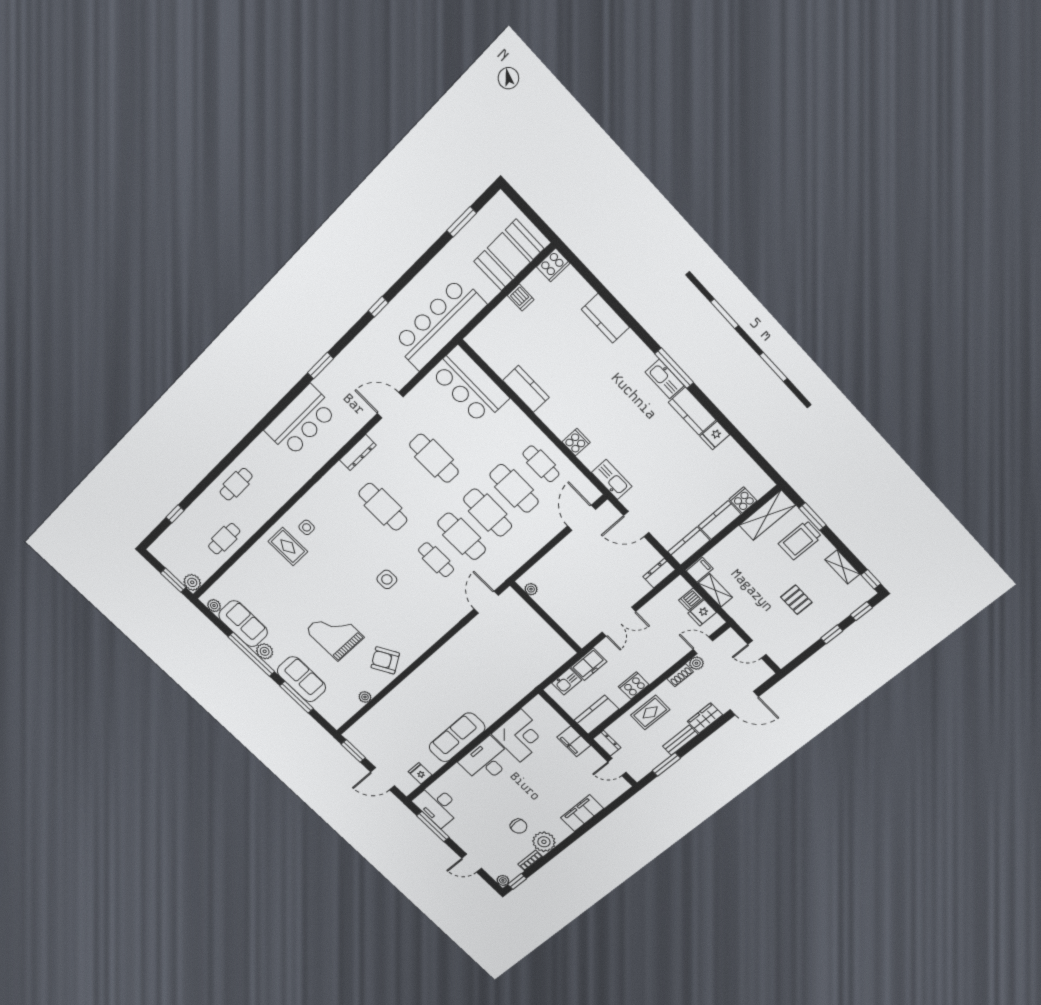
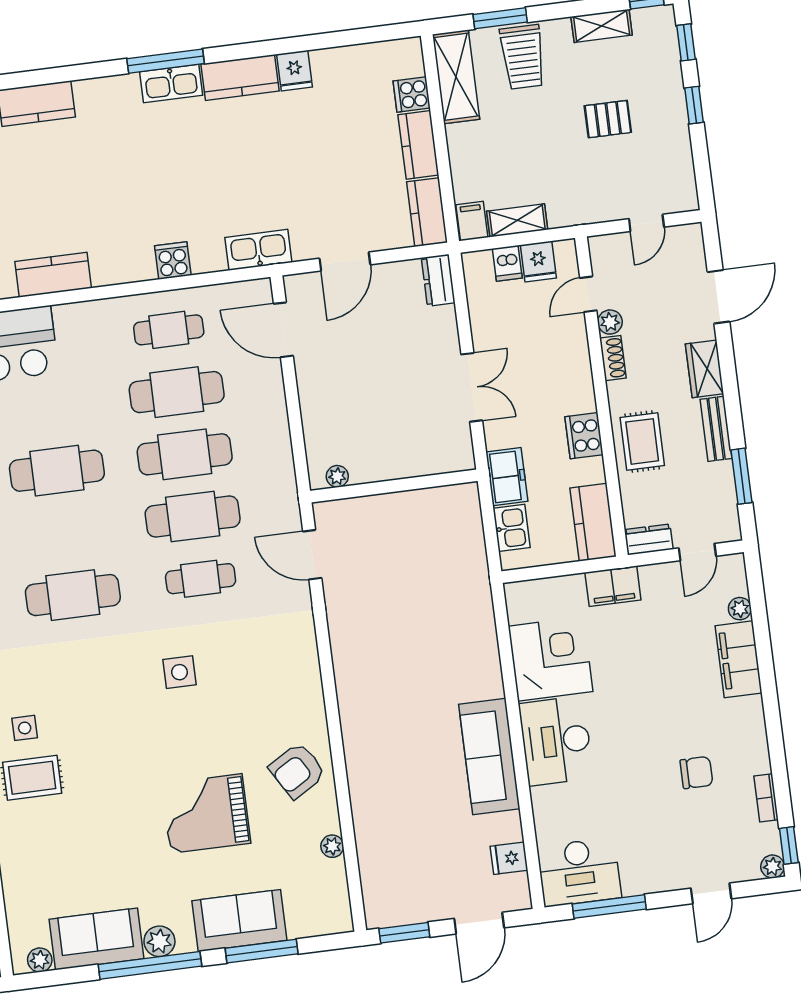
plant: (544, 842) -> (740, 609), moved, width x0.53, depth x0.53

